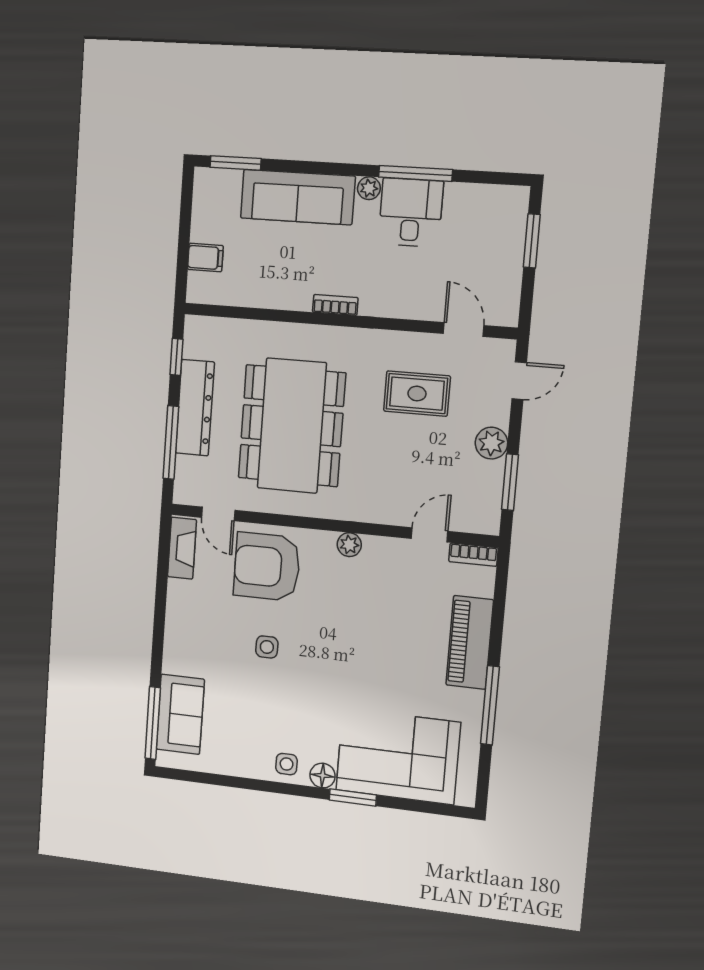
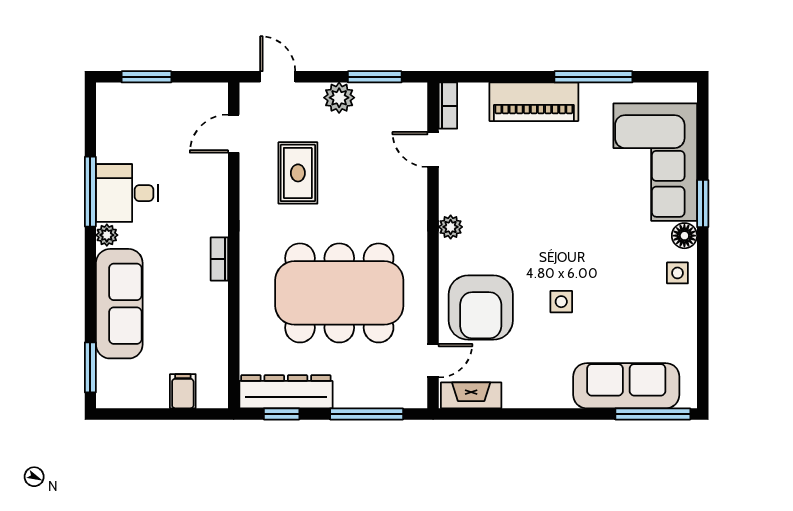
dresser: (195, 408) -> (286, 392), moved
sofa: (180, 714) -> (626, 386), width x1.36

